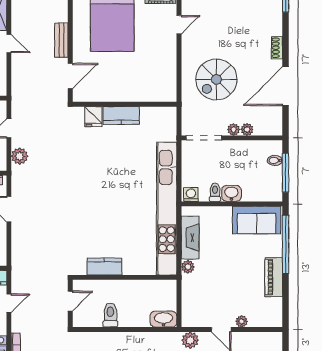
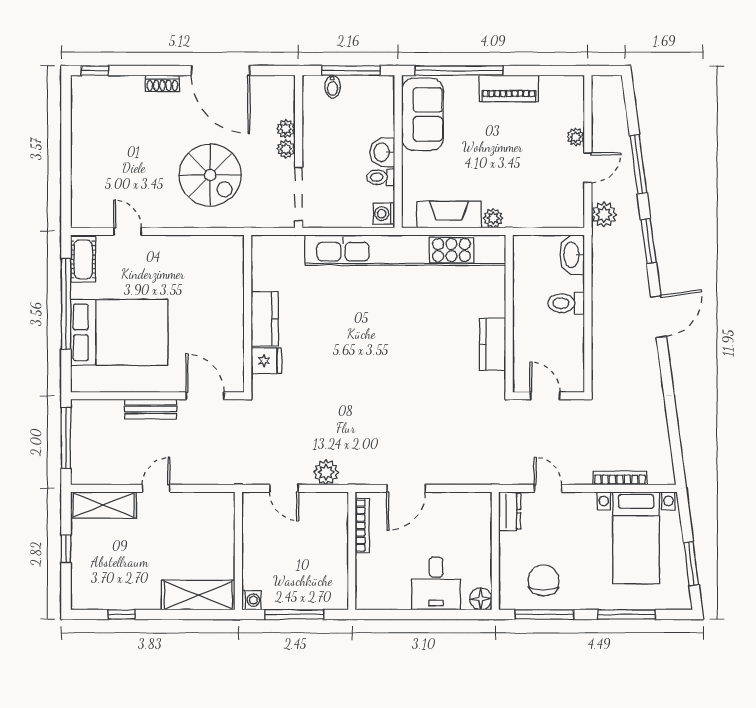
toilet: (110, 315) -> (566, 303), moved

